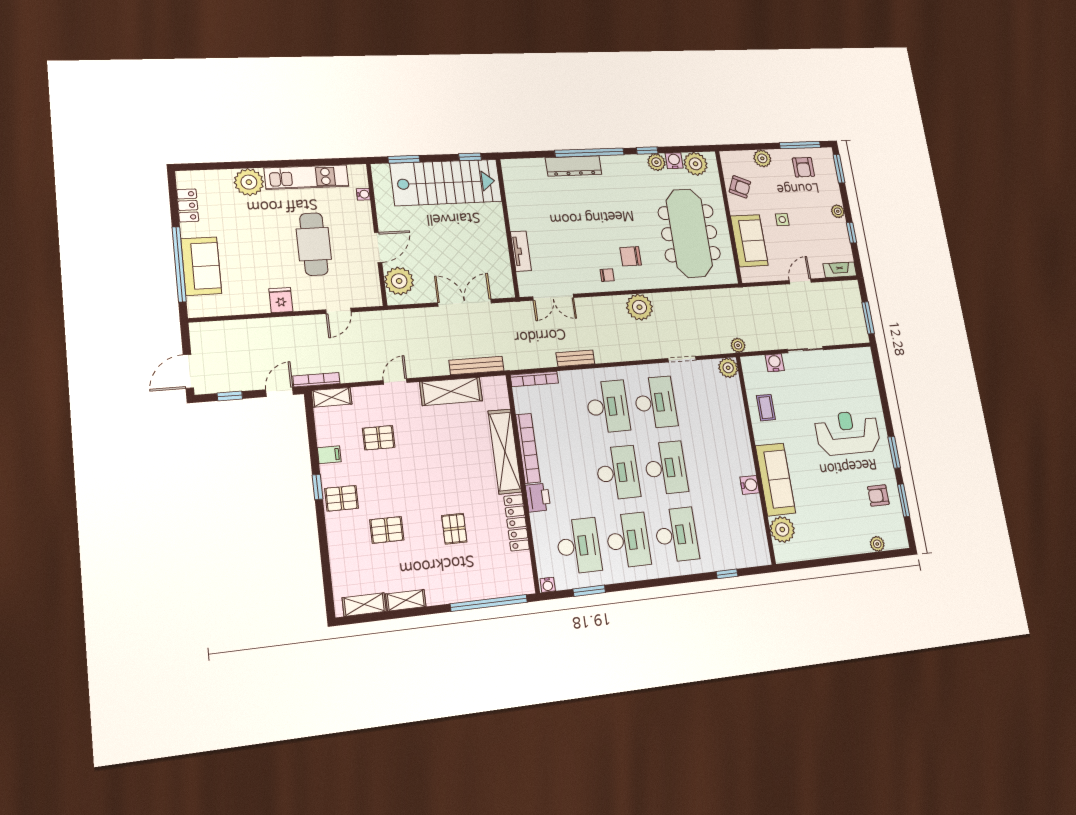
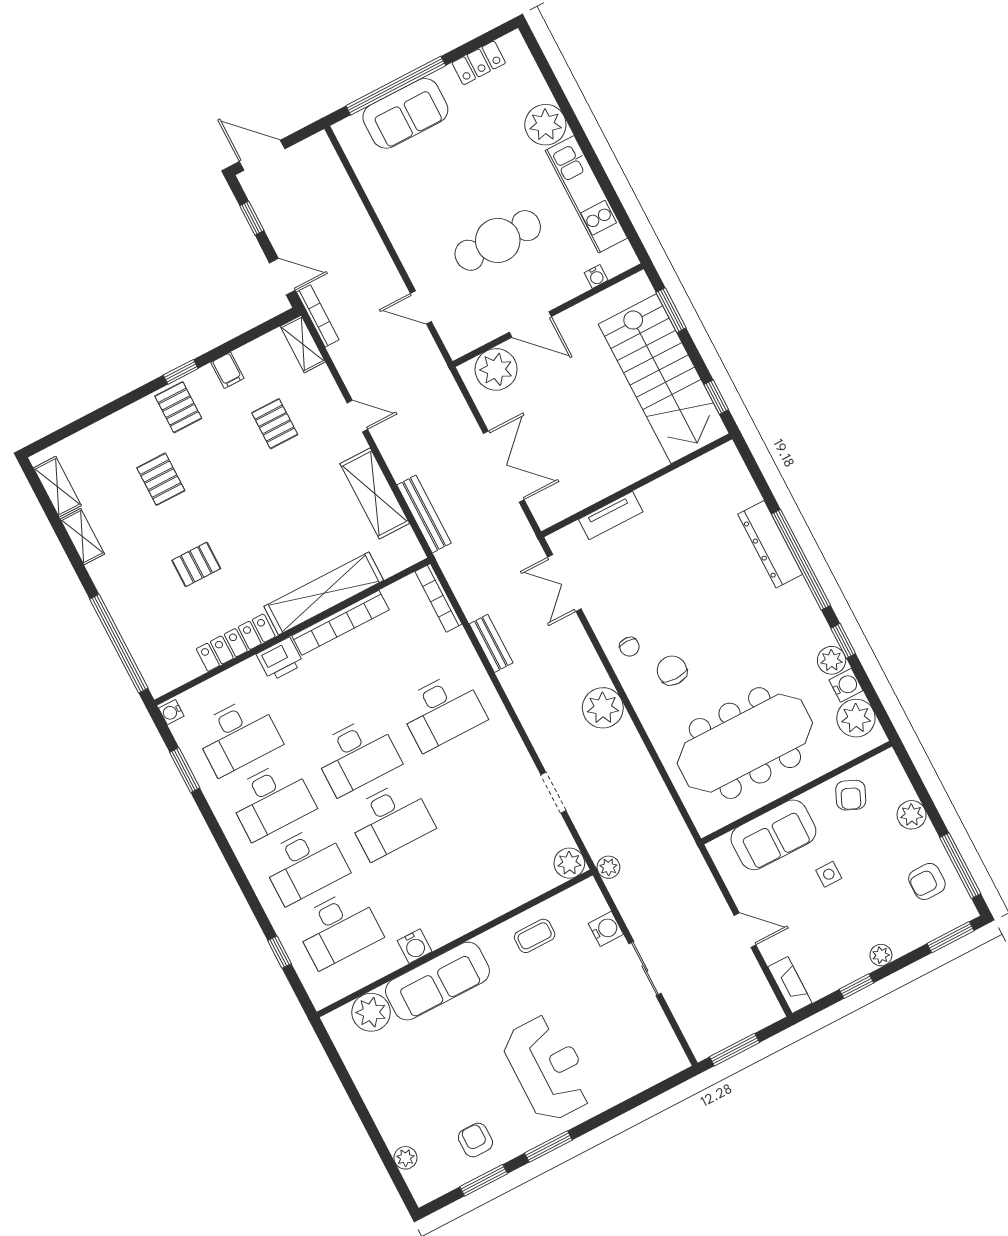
fridge: (281, 300) -> (404, 229), removed
desk: (655, 402) -> (338, 928), moved

